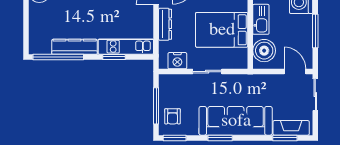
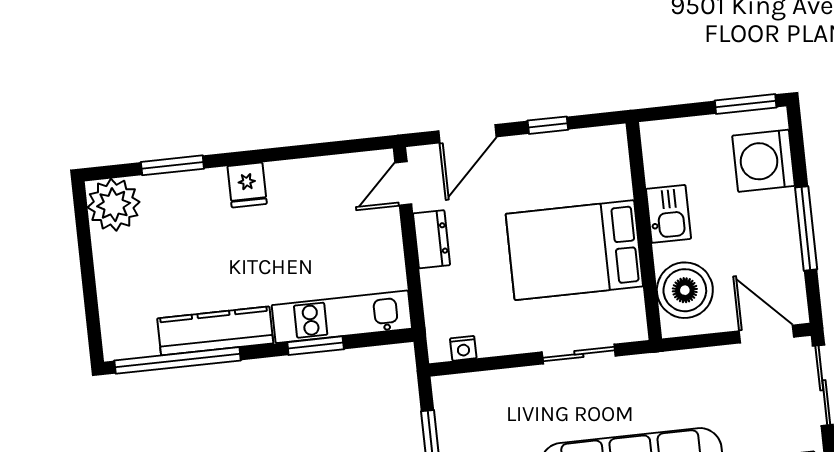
kitchen sink: (261, 19) -> (668, 214), width x0.73
dresser: (165, 24) -> (432, 239), width x0.70
nightstand: (177, 61) -> (463, 348), width x0.53, depth x0.56
sliding door: (207, 72) -> (579, 354), moved

